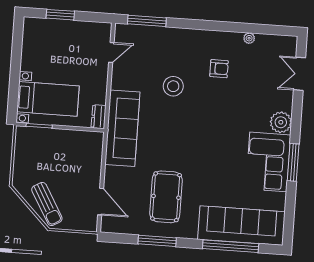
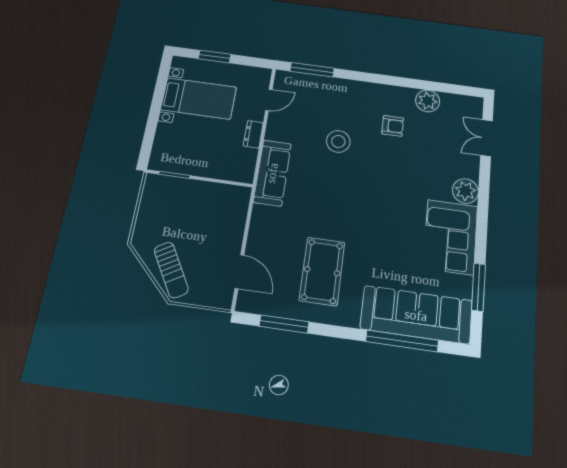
plant: (249, 38) -> (428, 101), width x1.87, depth x1.87
bed with nightstands: (48, 99) -> (199, 98), moved
dresser: (99, 117) -> (253, 134), moved
sofa: (122, 128) -> (272, 173), width x0.74, depth x0.79
window: (293, 162) -> (478, 287), moved
window: (157, 241) -> (284, 324), moved

